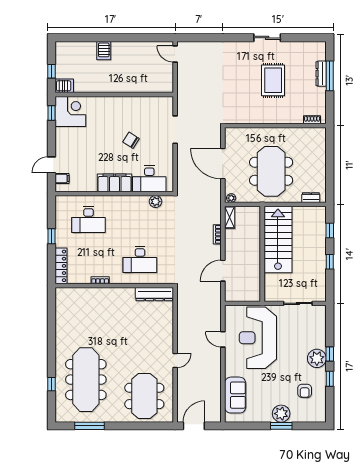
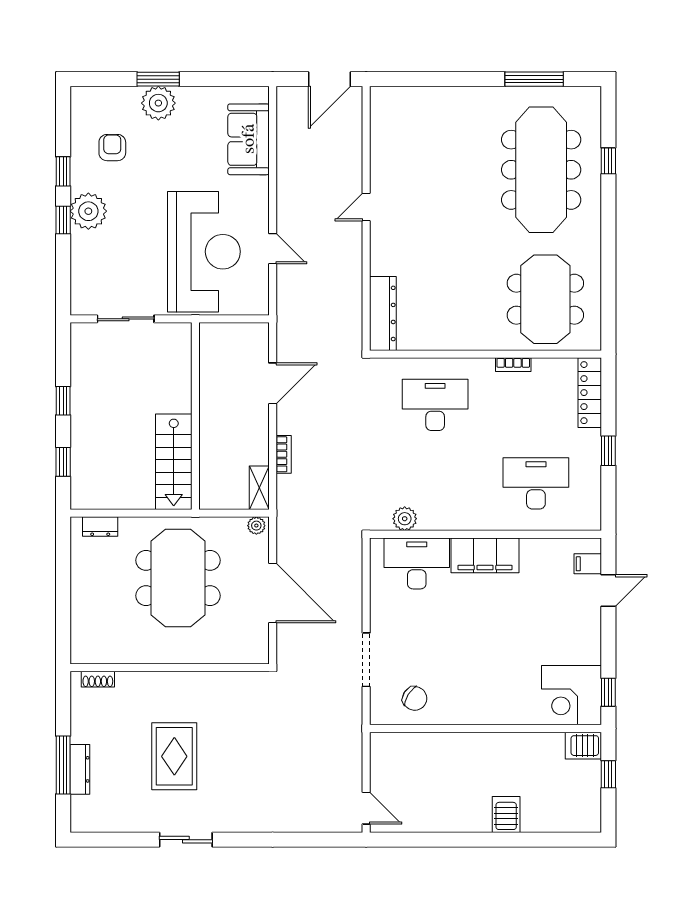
chair: (131, 140) -> (415, 698), moved
stairs: (278, 240) -> (174, 462), width x0.73, depth x0.66
dresser: (154, 294) -> (383, 313), moved, turned 90
meeting table: (144, 396) -> (545, 299), moved

